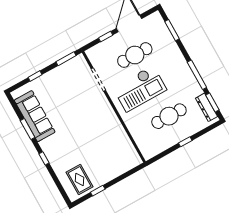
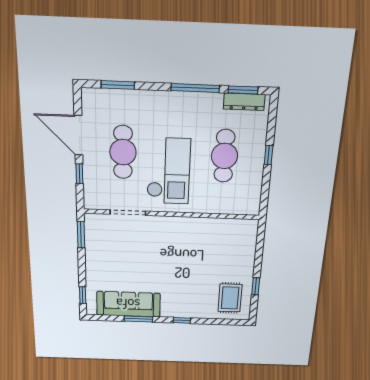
window: (35, 76) -> (83, 295), moved
rug: (79, 179) -> (230, 298), turned 90

